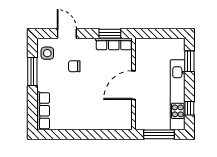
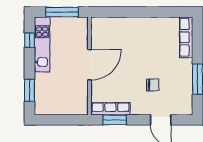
side table: (47, 53) -> (182, 99), removed
kitchen unit: (178, 95) -> (42, 44), width x0.73

